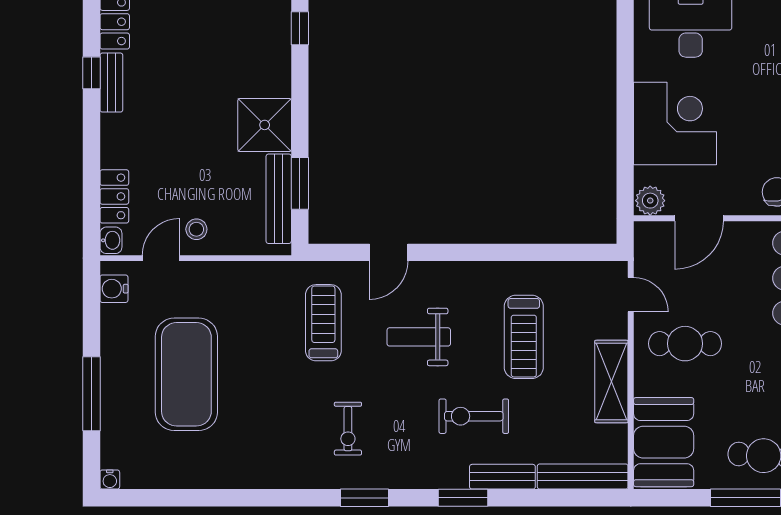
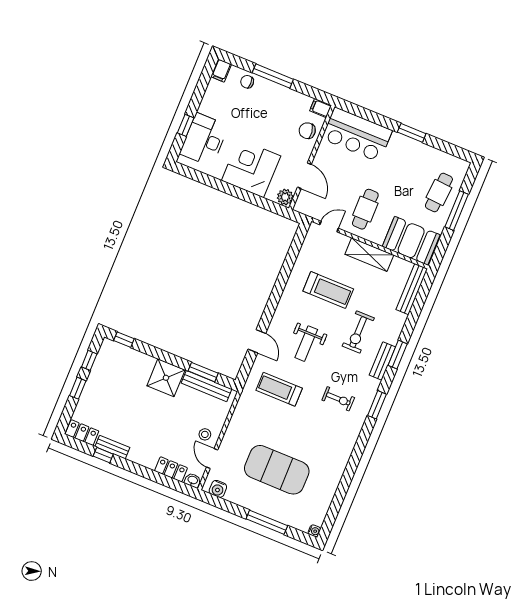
bench: (502, 477) -> (382, 361), moved

